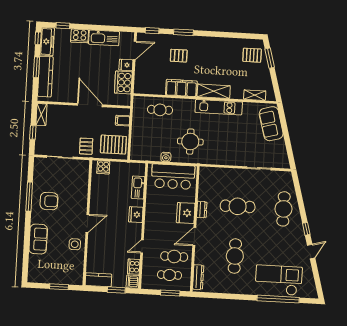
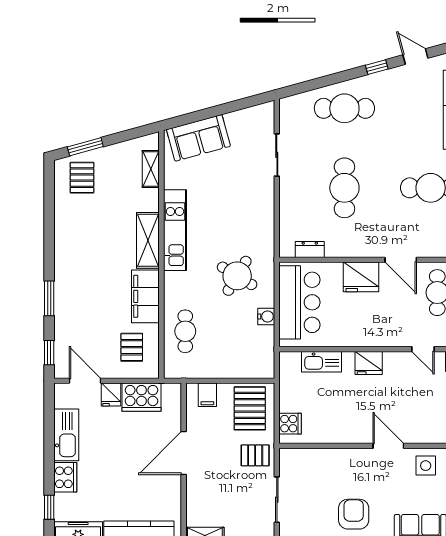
pallet: (179, 56) -> (132, 347), moved
round table: (190, 142) -> (237, 276), turned 31
dresser: (202, 210) -> (310, 249), moved

